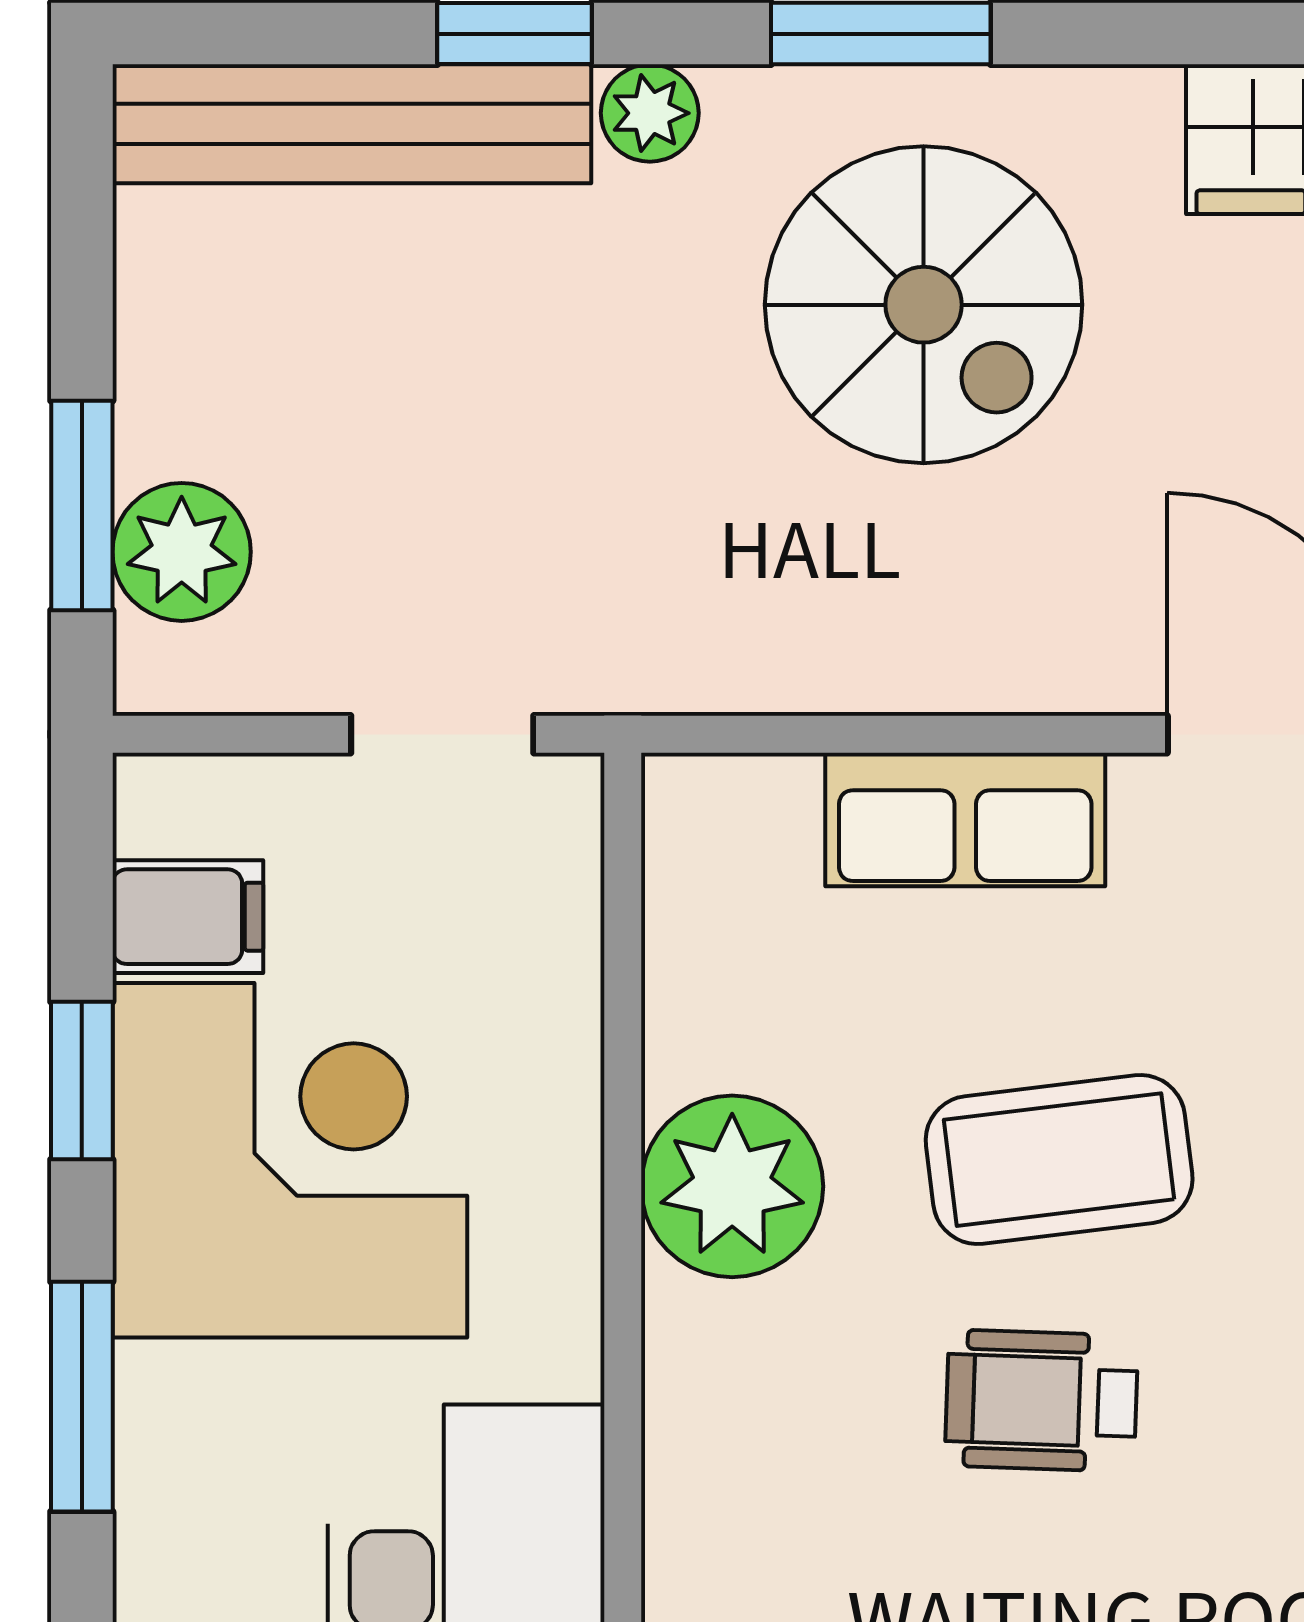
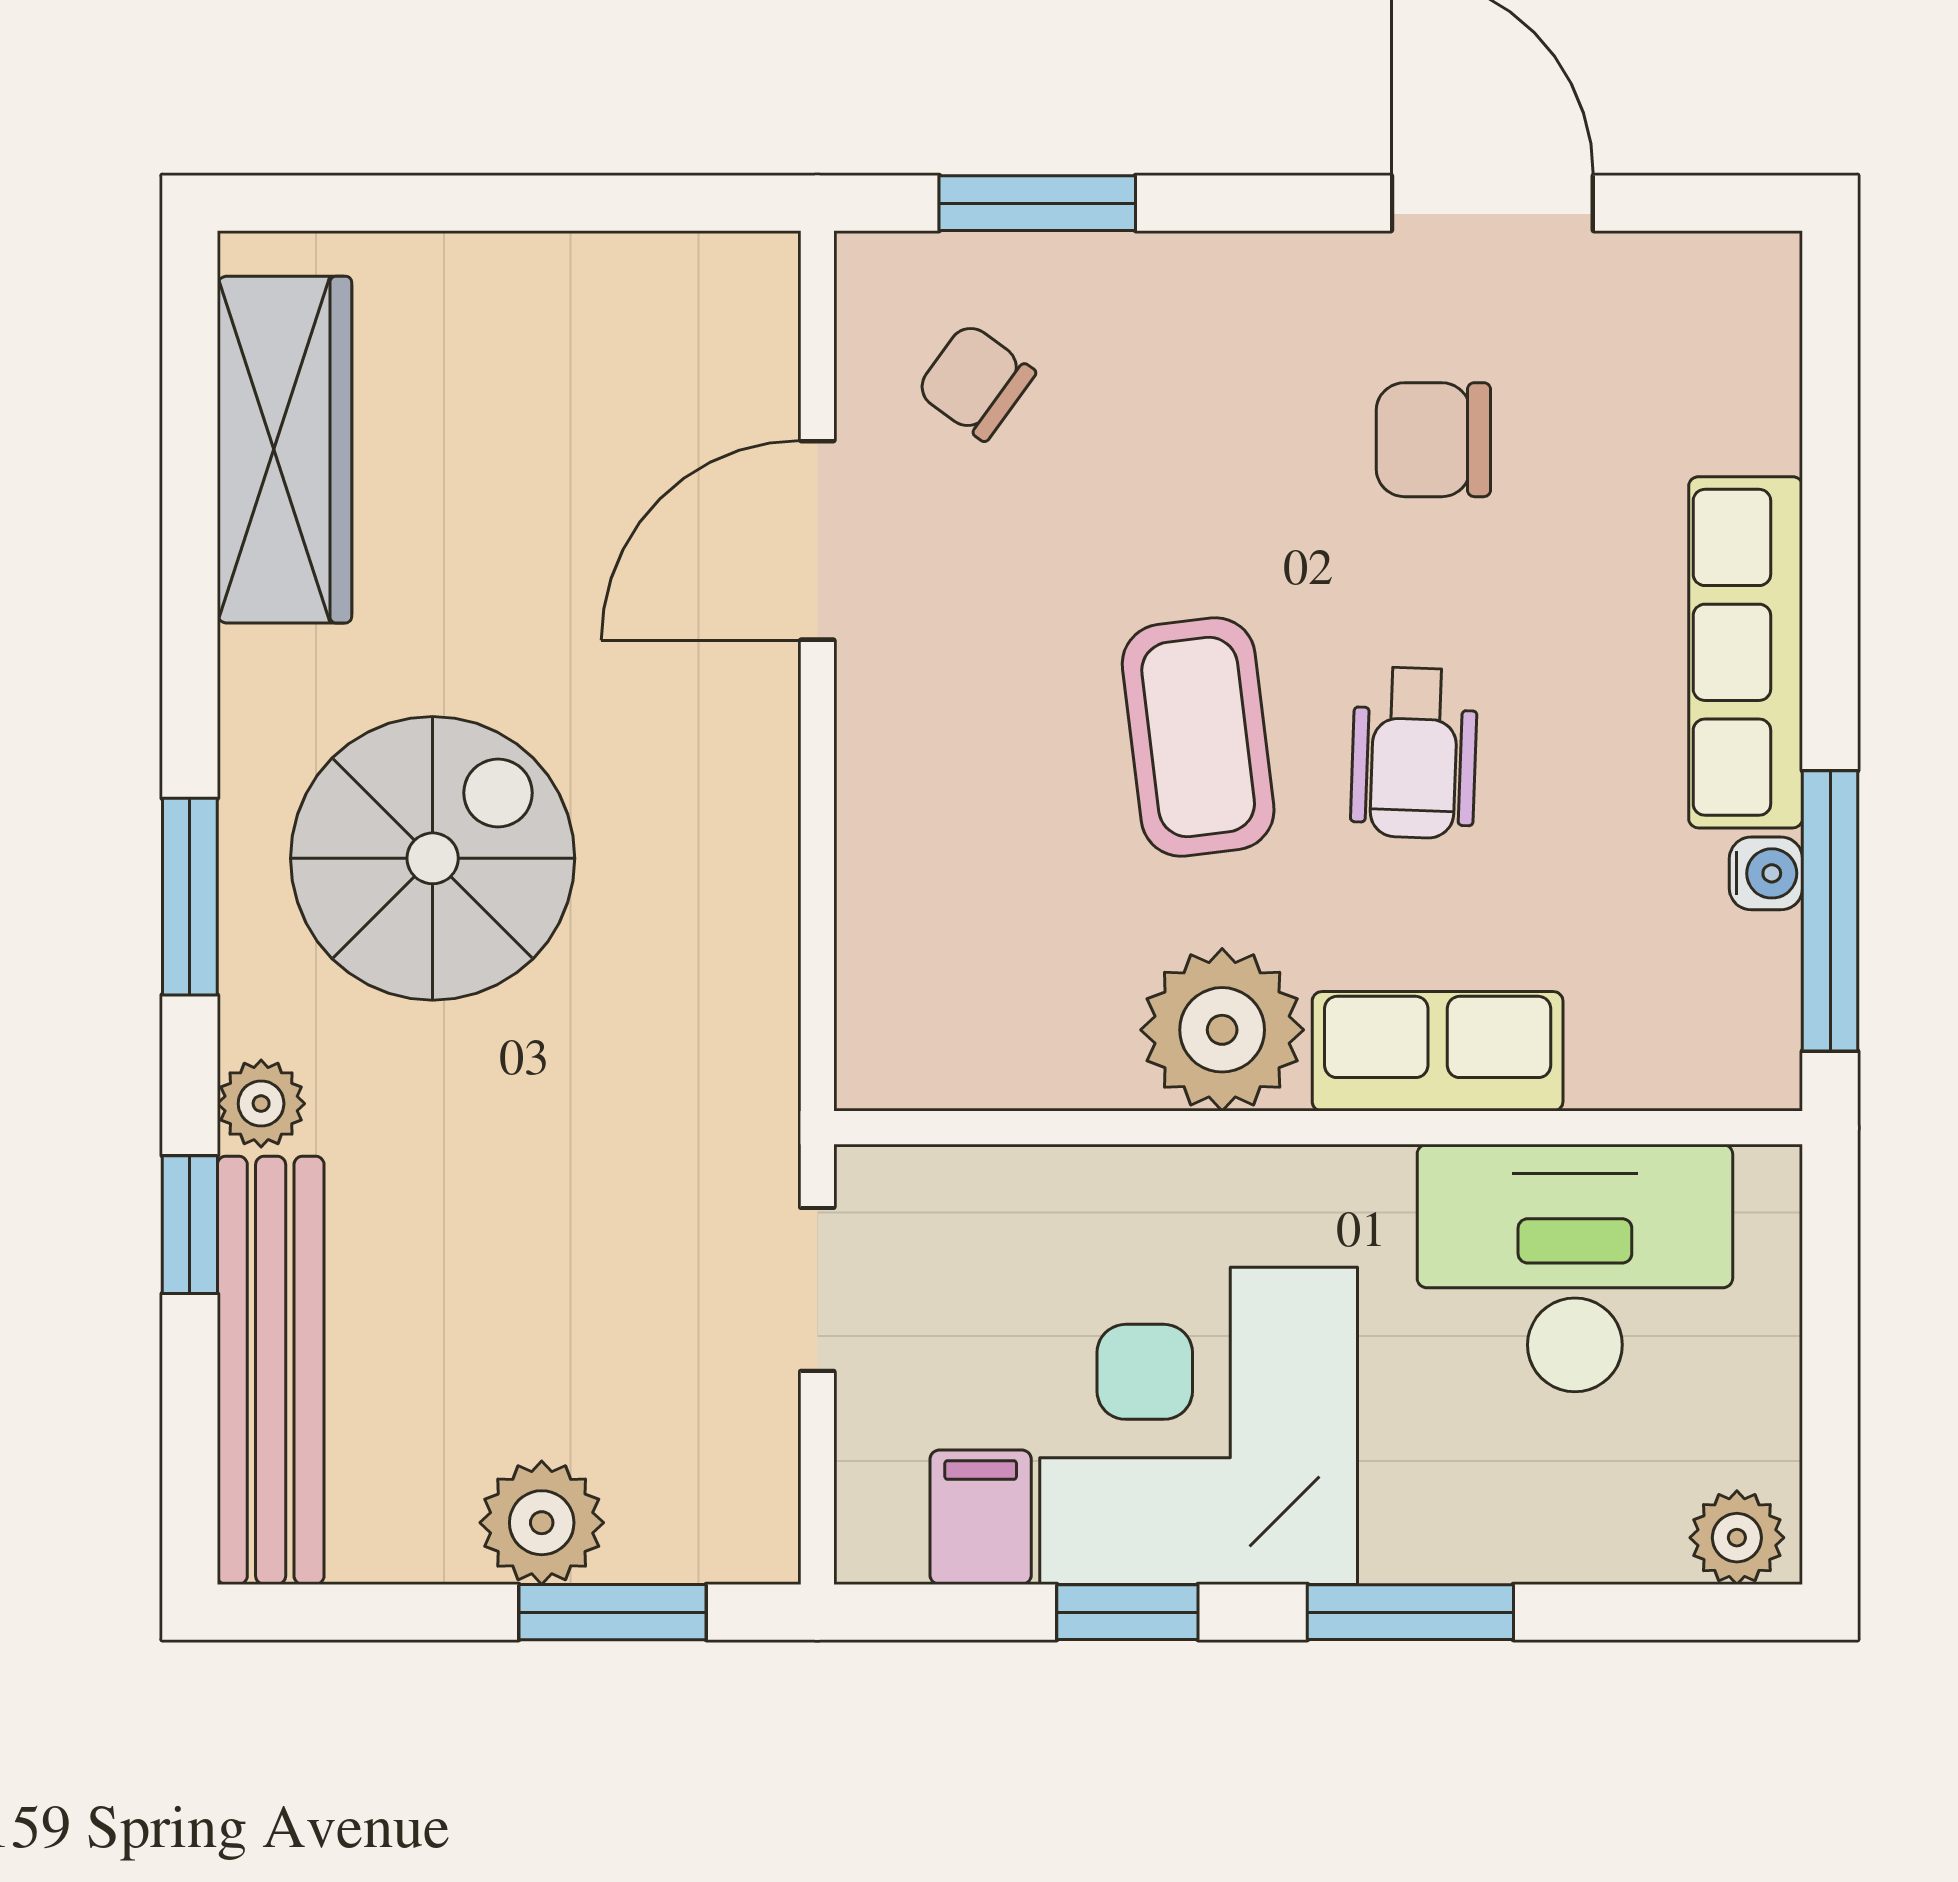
plant: (182, 552) -> (542, 1523), moved
row of seats: (965, 820) -> (1438, 1051), moved, turned -90

